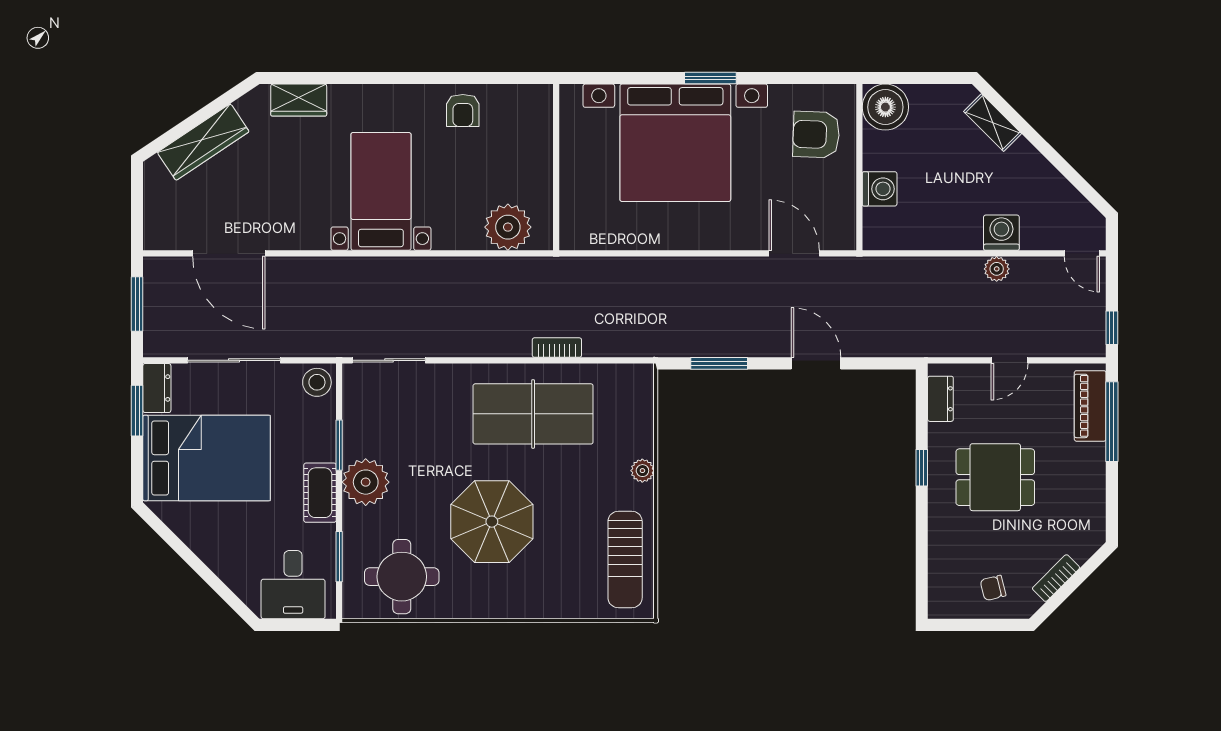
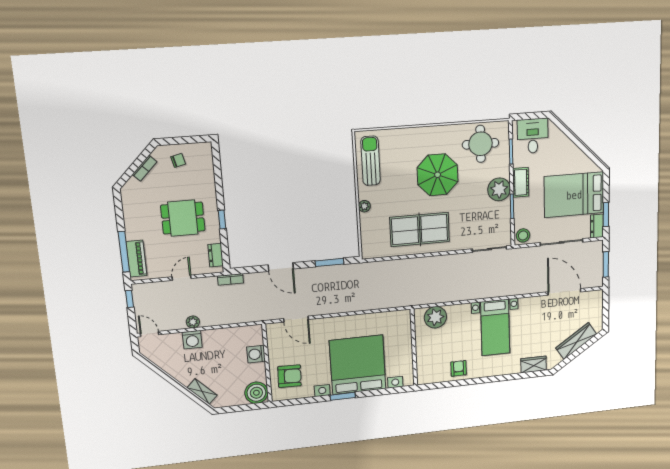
bookcase: (557, 348) -> (230, 279), moved

